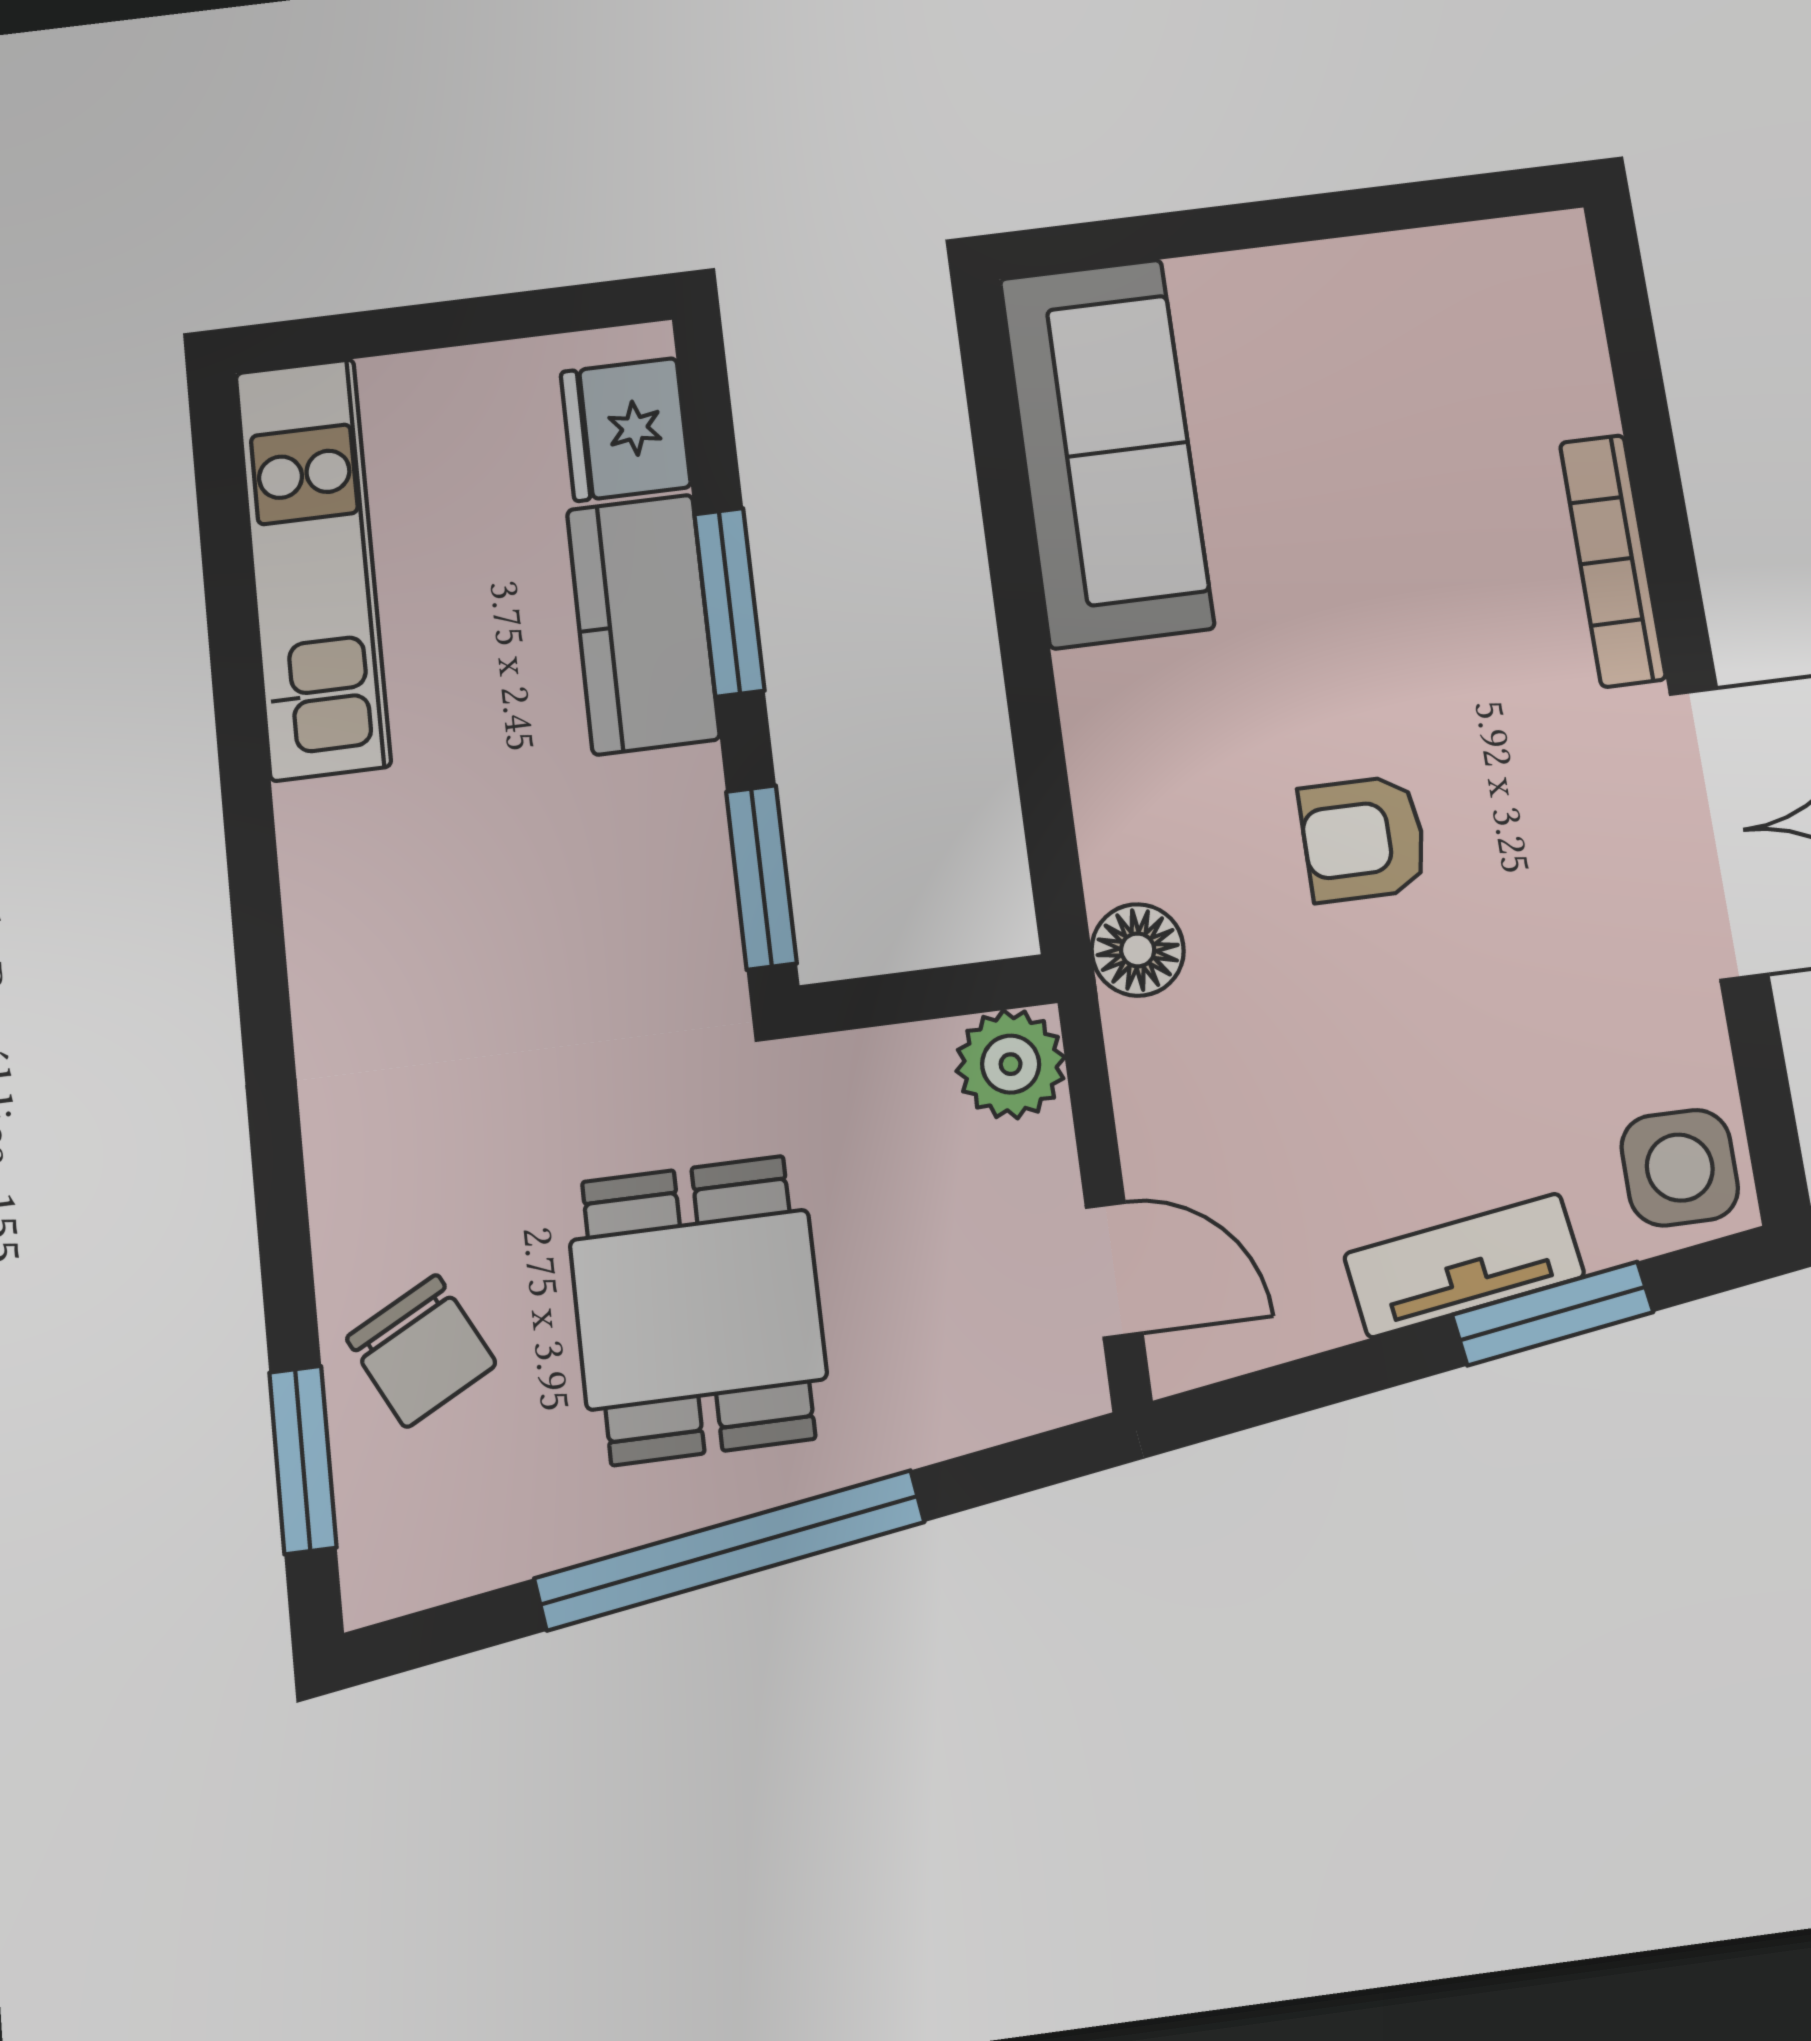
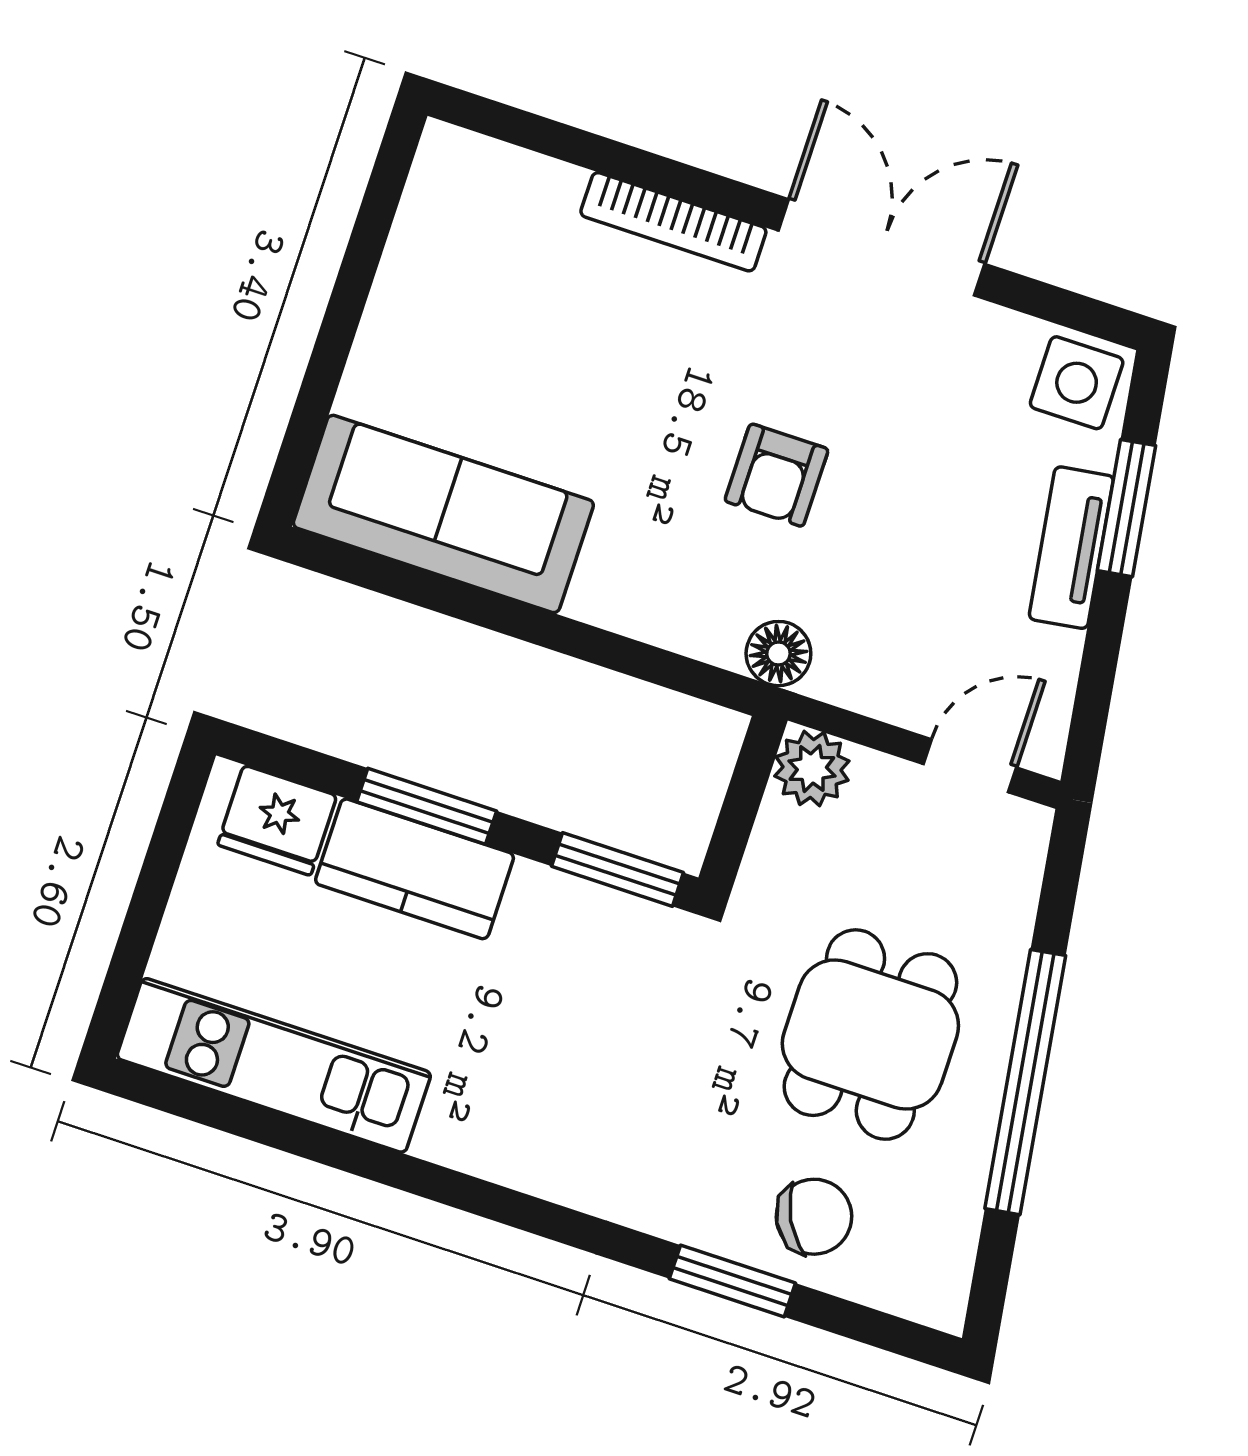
dining table: (698, 1309) -> (870, 1035), turned 90
window: (303, 1460) -> (732, 1281), moved

